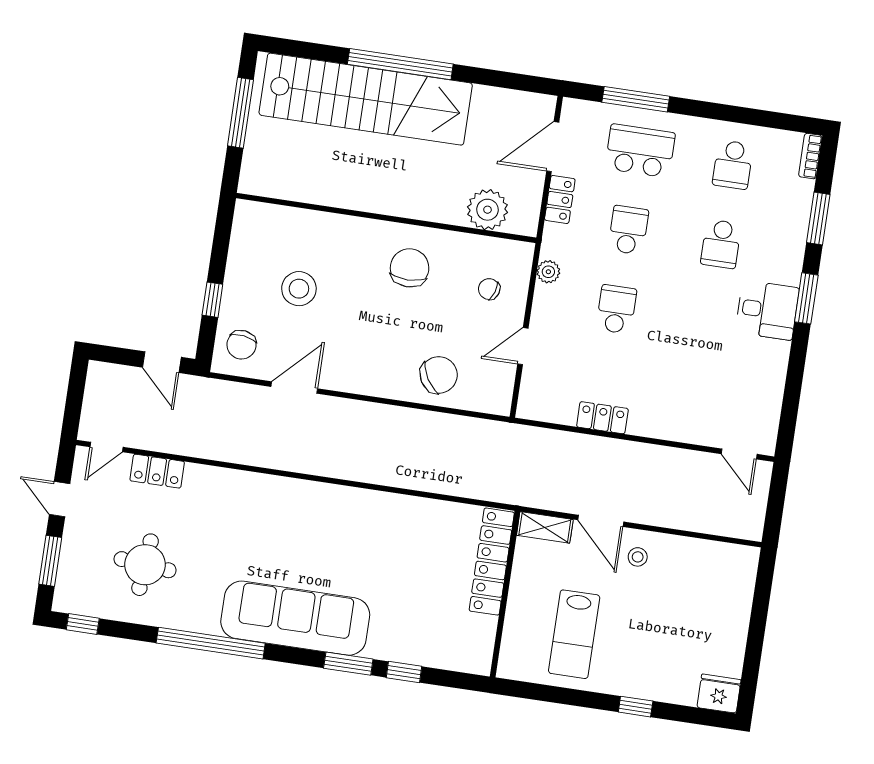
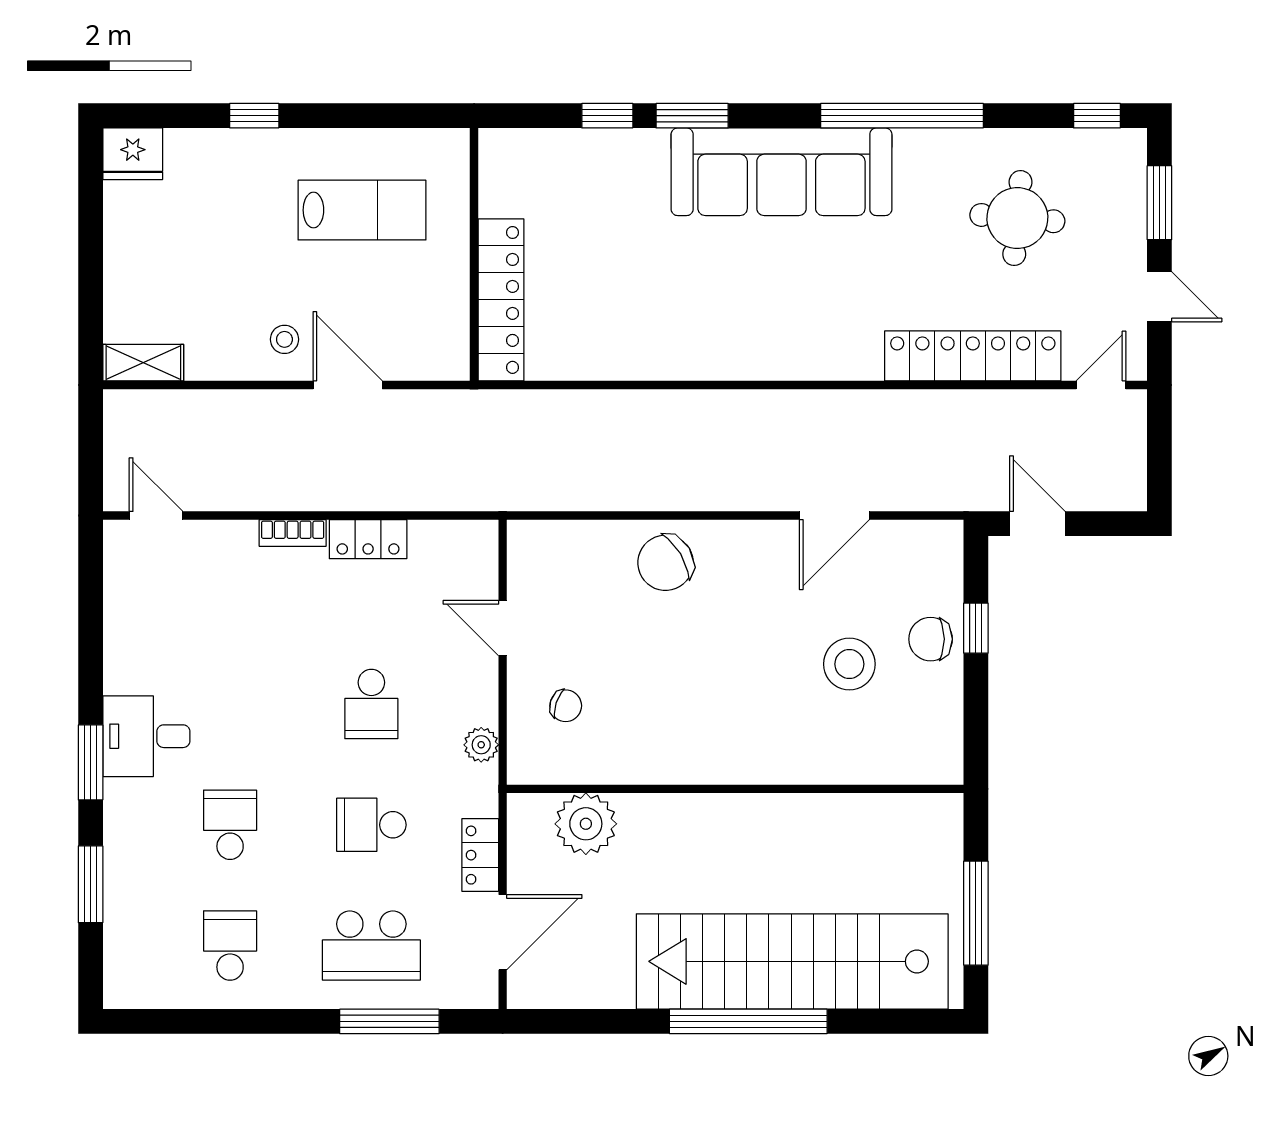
bookcase: (810, 156) -> (293, 533), moved, turned 90
school desk: (628, 230) -> (371, 825), turned 90
chair: (410, 268) -> (689, 720), removed
chair: (242, 345) -> (931, 639), moved, turned -98
door: (523, 346) -> (503, 628), swing flipped
chair: (439, 375) -> (666, 563), moved
locker: (157, 471) -> (973, 356), width x2.16, depth x1.21
shelving: (545, 527) -> (143, 363), moved
lab bench: (574, 634) -> (362, 210), turned 90

